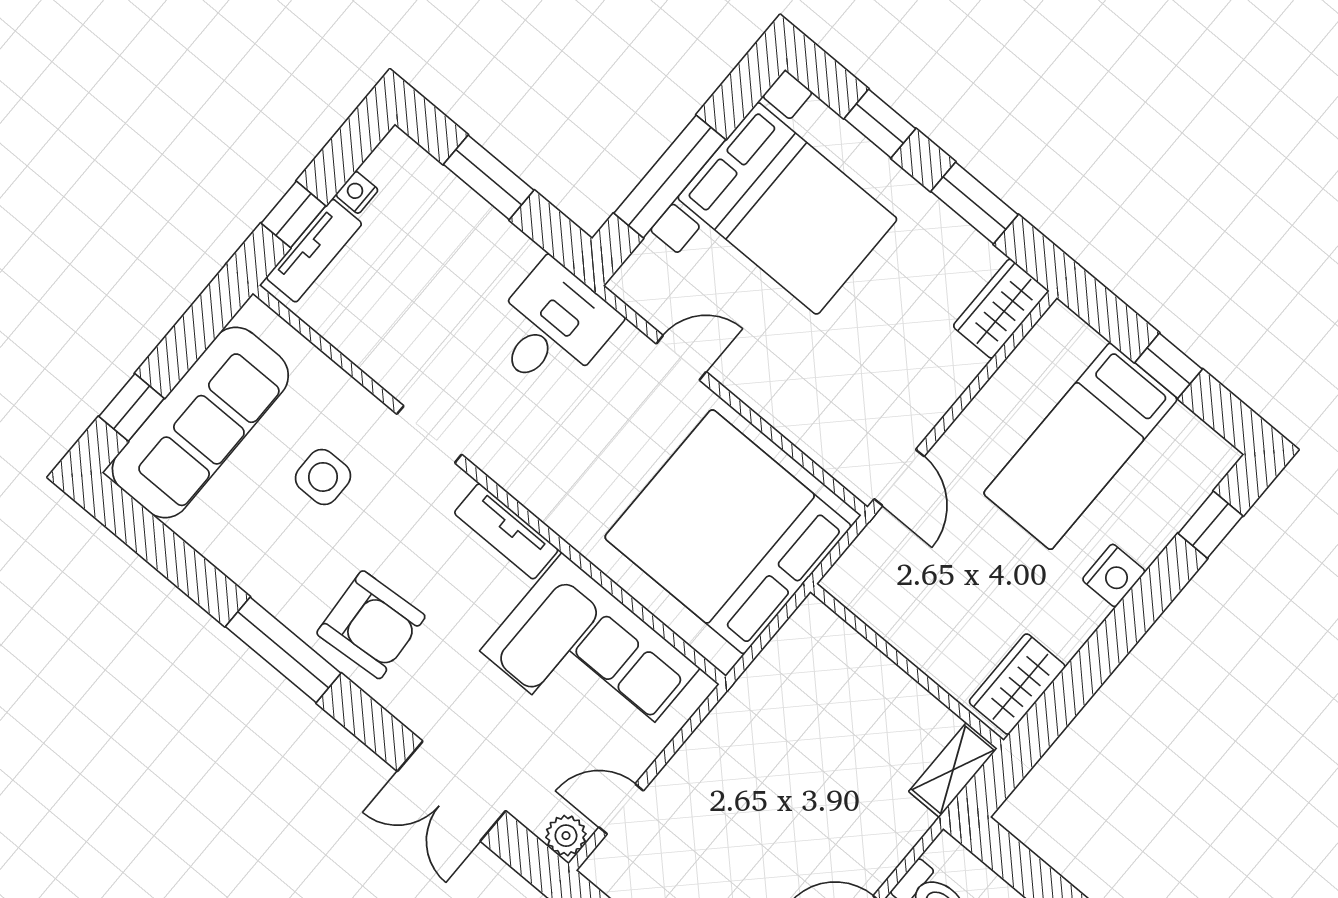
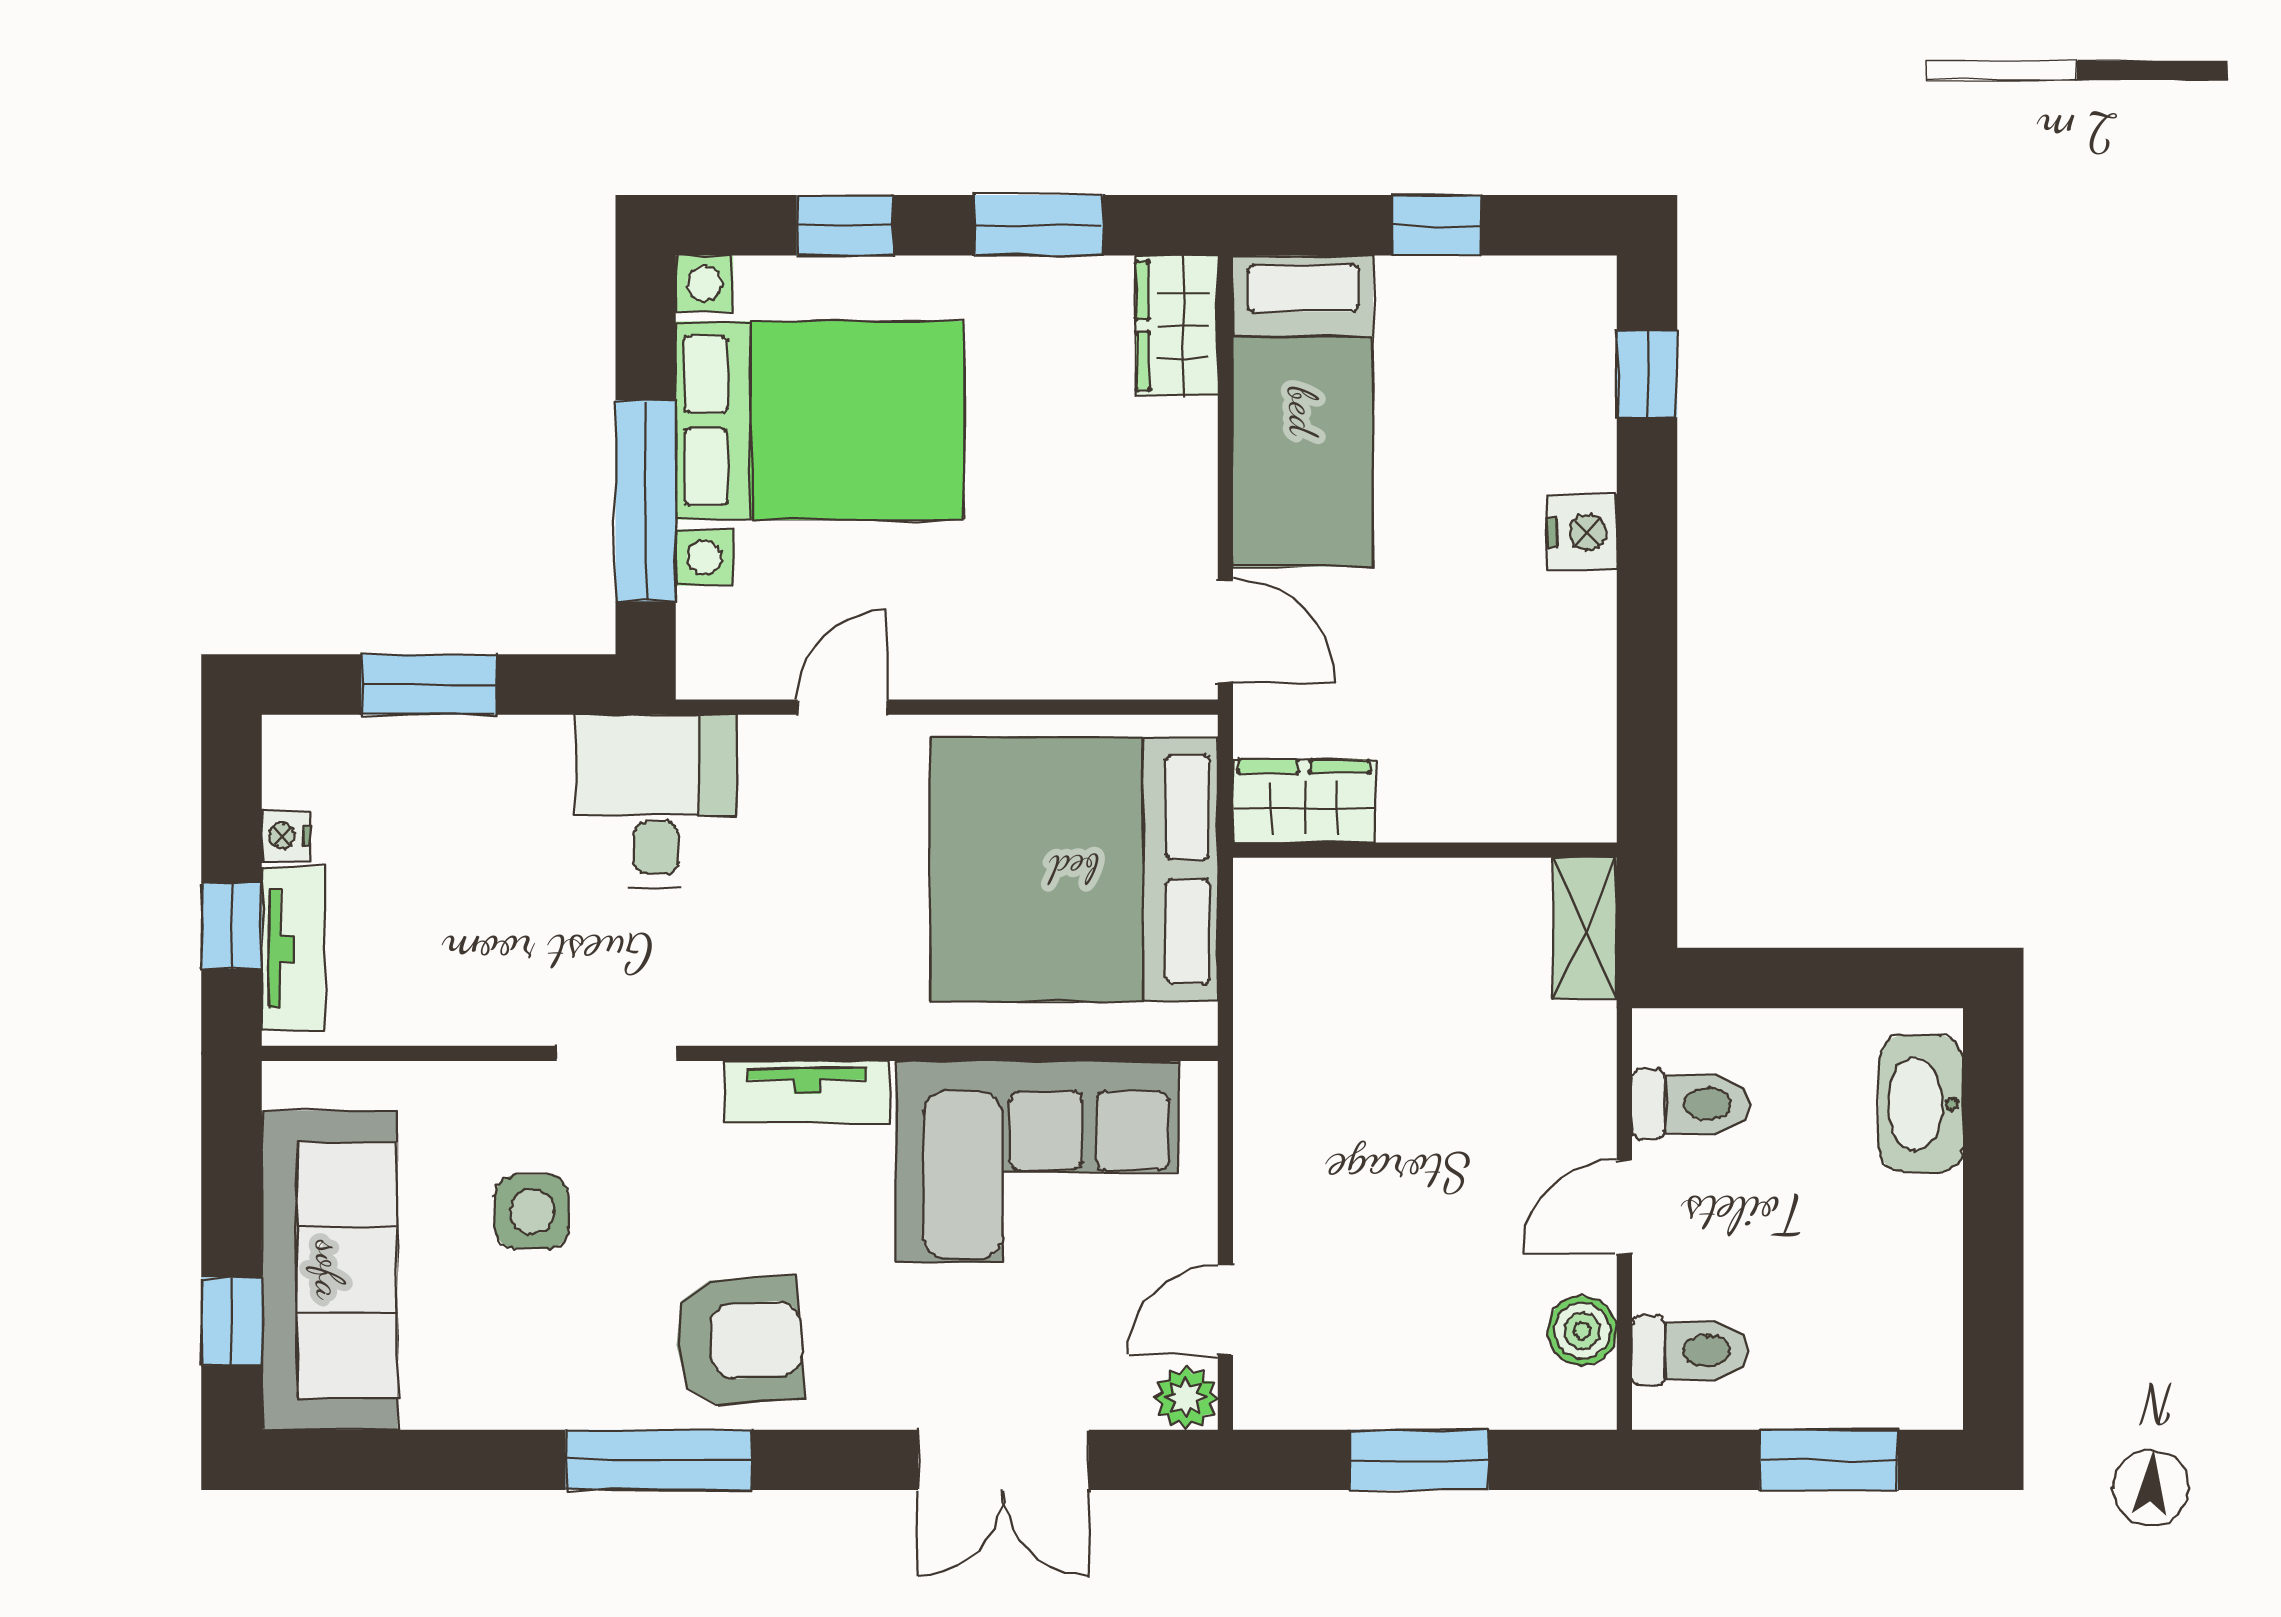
bed: (1080, 446) -> (1303, 411), moved
wardrobe: (1017, 684) -> (1304, 801), moved, turned 90

